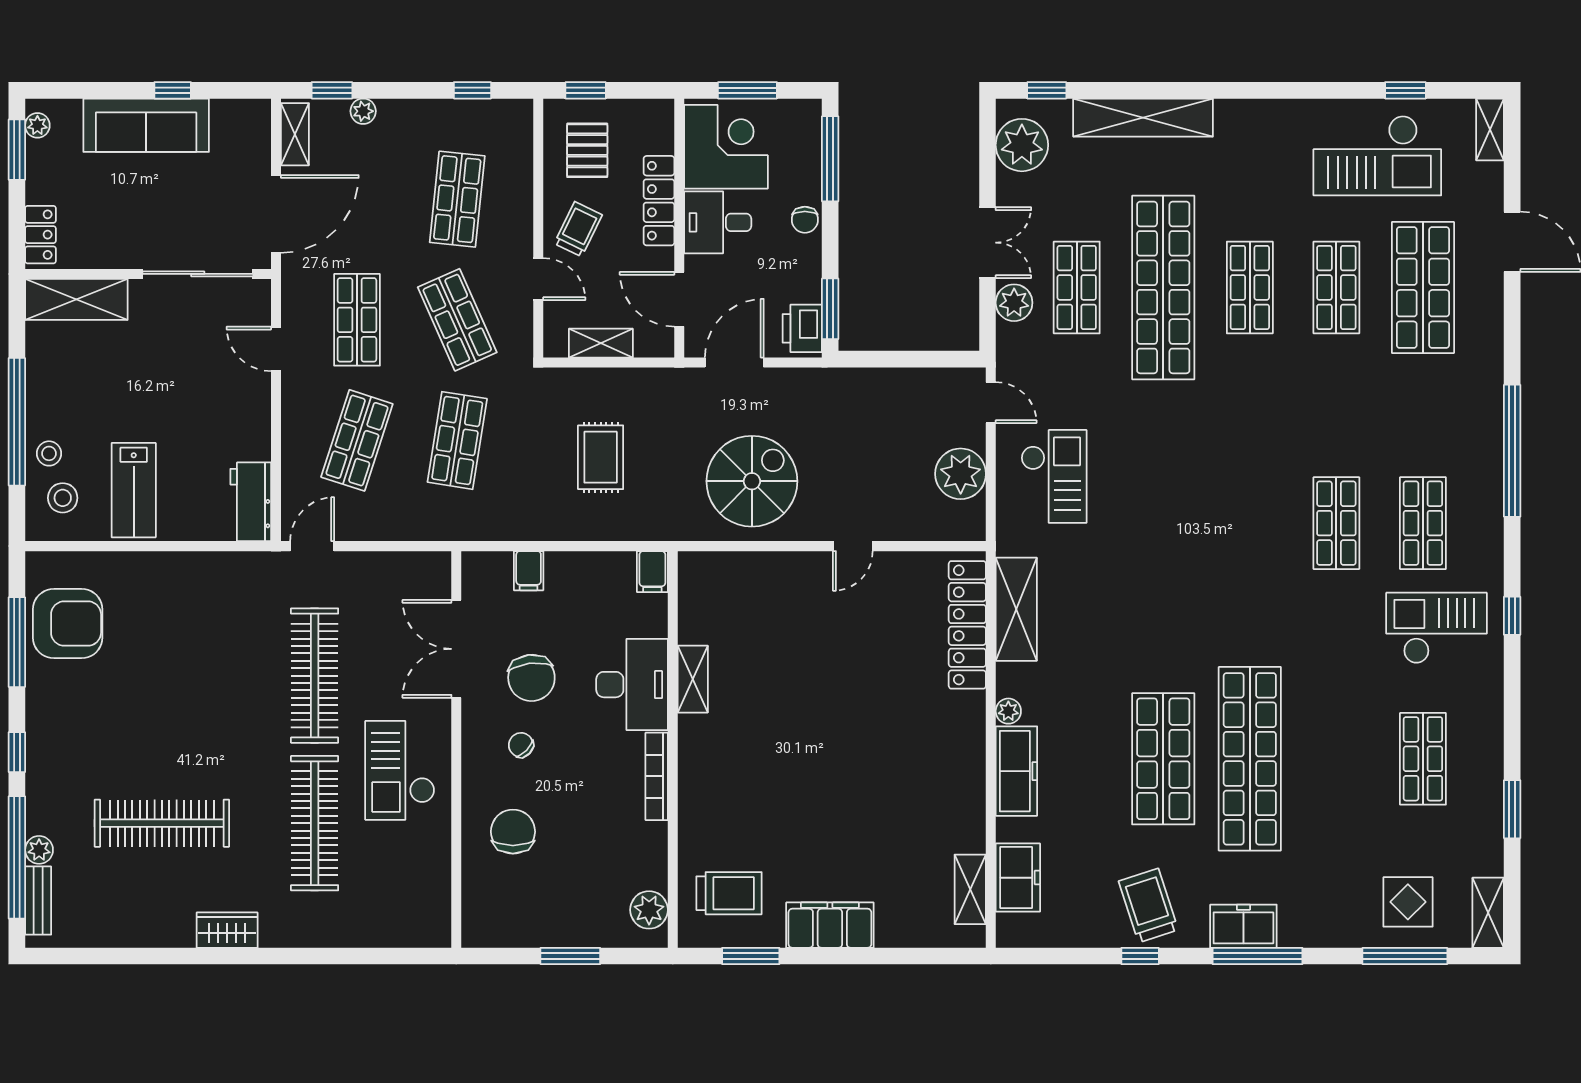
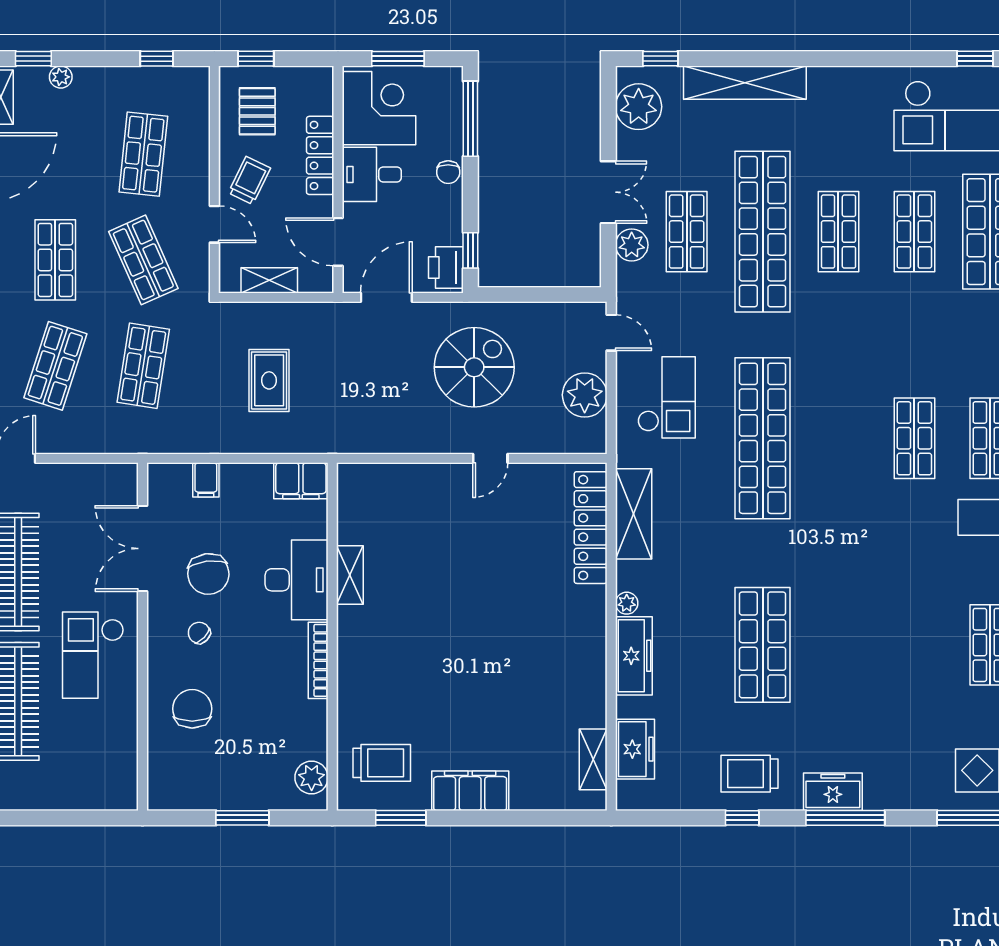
window: (830, 309) -> (470, 250), width x0.67
spiral stairs: (752, 481) -> (474, 367), moved
filing cabinet: (652, 572) -> (301, 481), width x2.00
shop shelf: (1250, 759) -> (763, 438), moved
trolley: (1148, 905) -> (750, 774), turned -72

